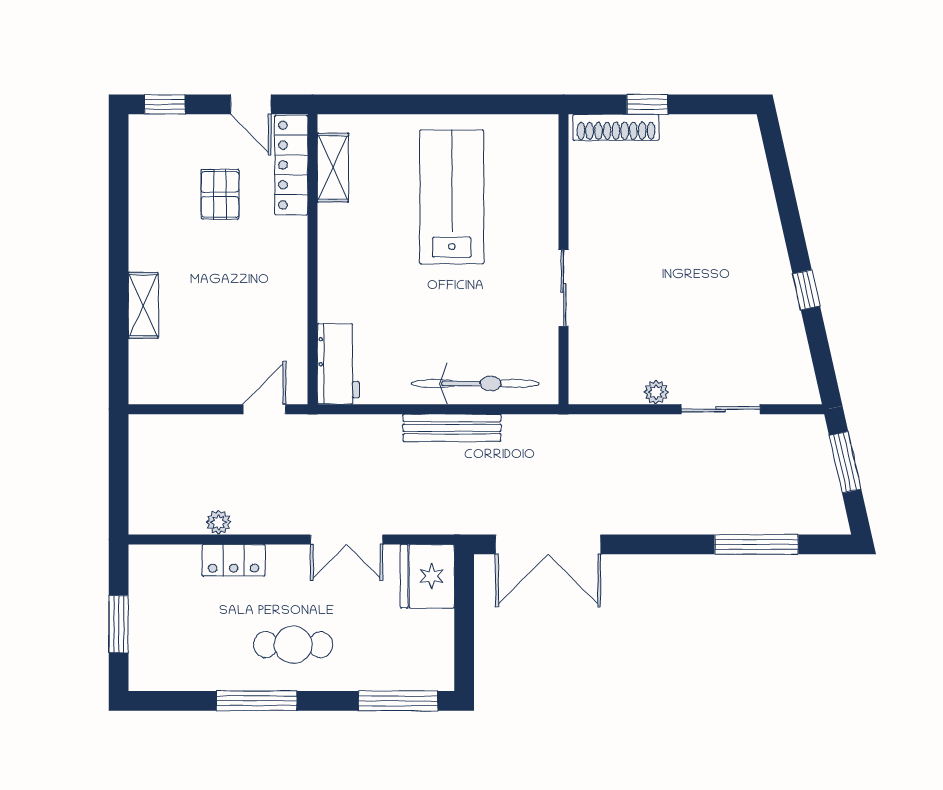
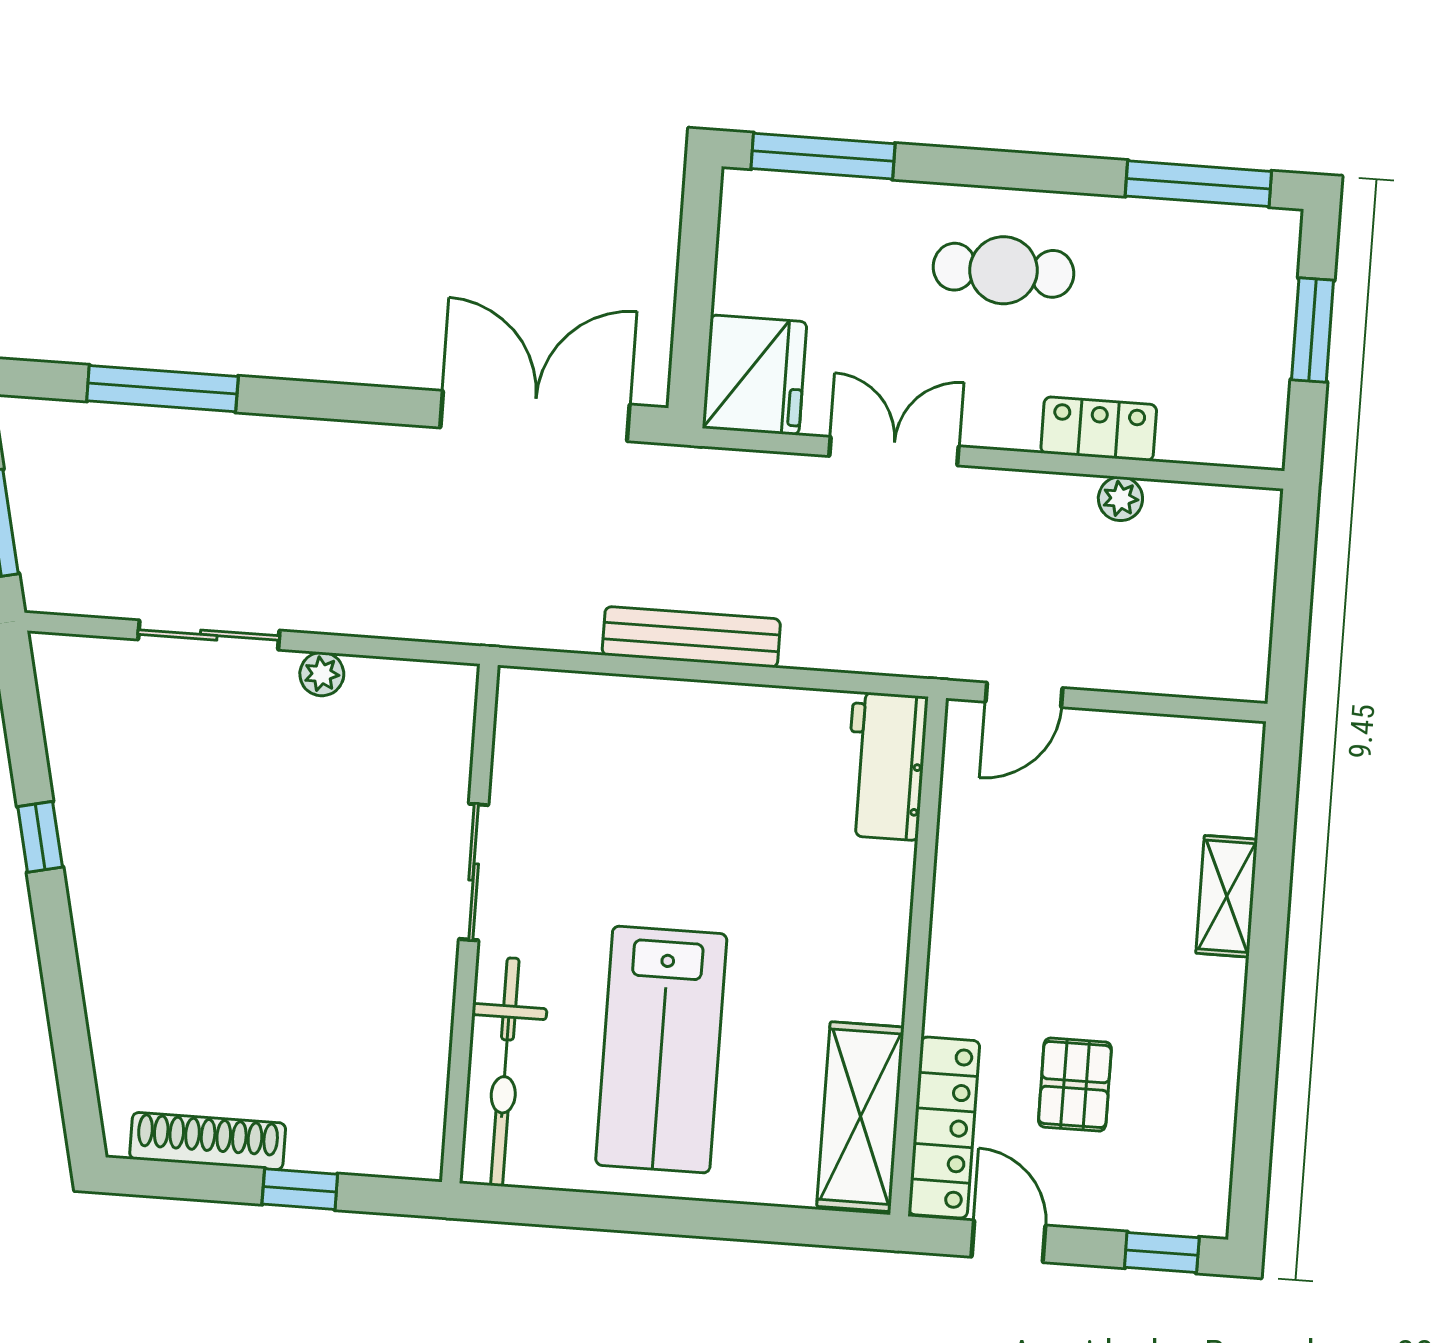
shoe rack: (616, 127) -> (208, 1141), moved
shelving: (333, 168) -> (860, 1117), width x1.50, depth x1.33
bicycle: (475, 384) -> (505, 1072), moved, turned -90
window: (257, 701) -> (1198, 184), moved

